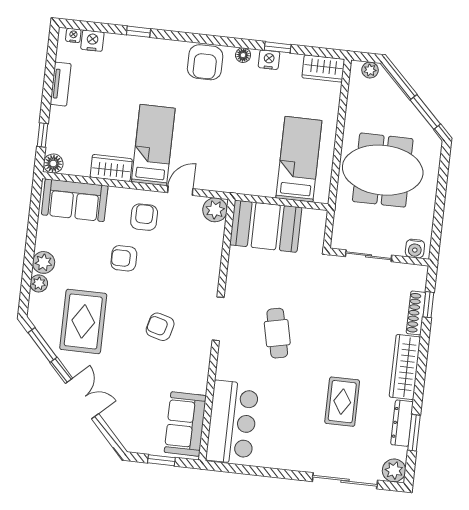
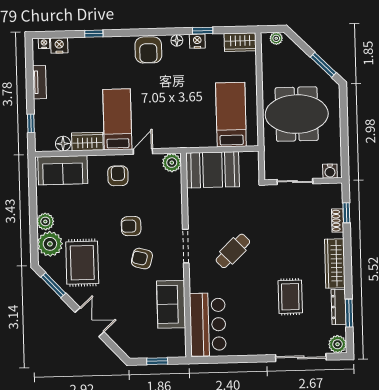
floor lamp: (53, 164) -> (63, 144), moved
armchair: (124, 258) -> (131, 226), moved
plant: (39, 283) -> (50, 244), width x1.88, depth x1.88
shoe rack: (416, 313) -> (338, 221), width x0.70
cafe table: (277, 333) -> (233, 251), turned 58
sofa: (185, 424) -> (171, 304), moved

